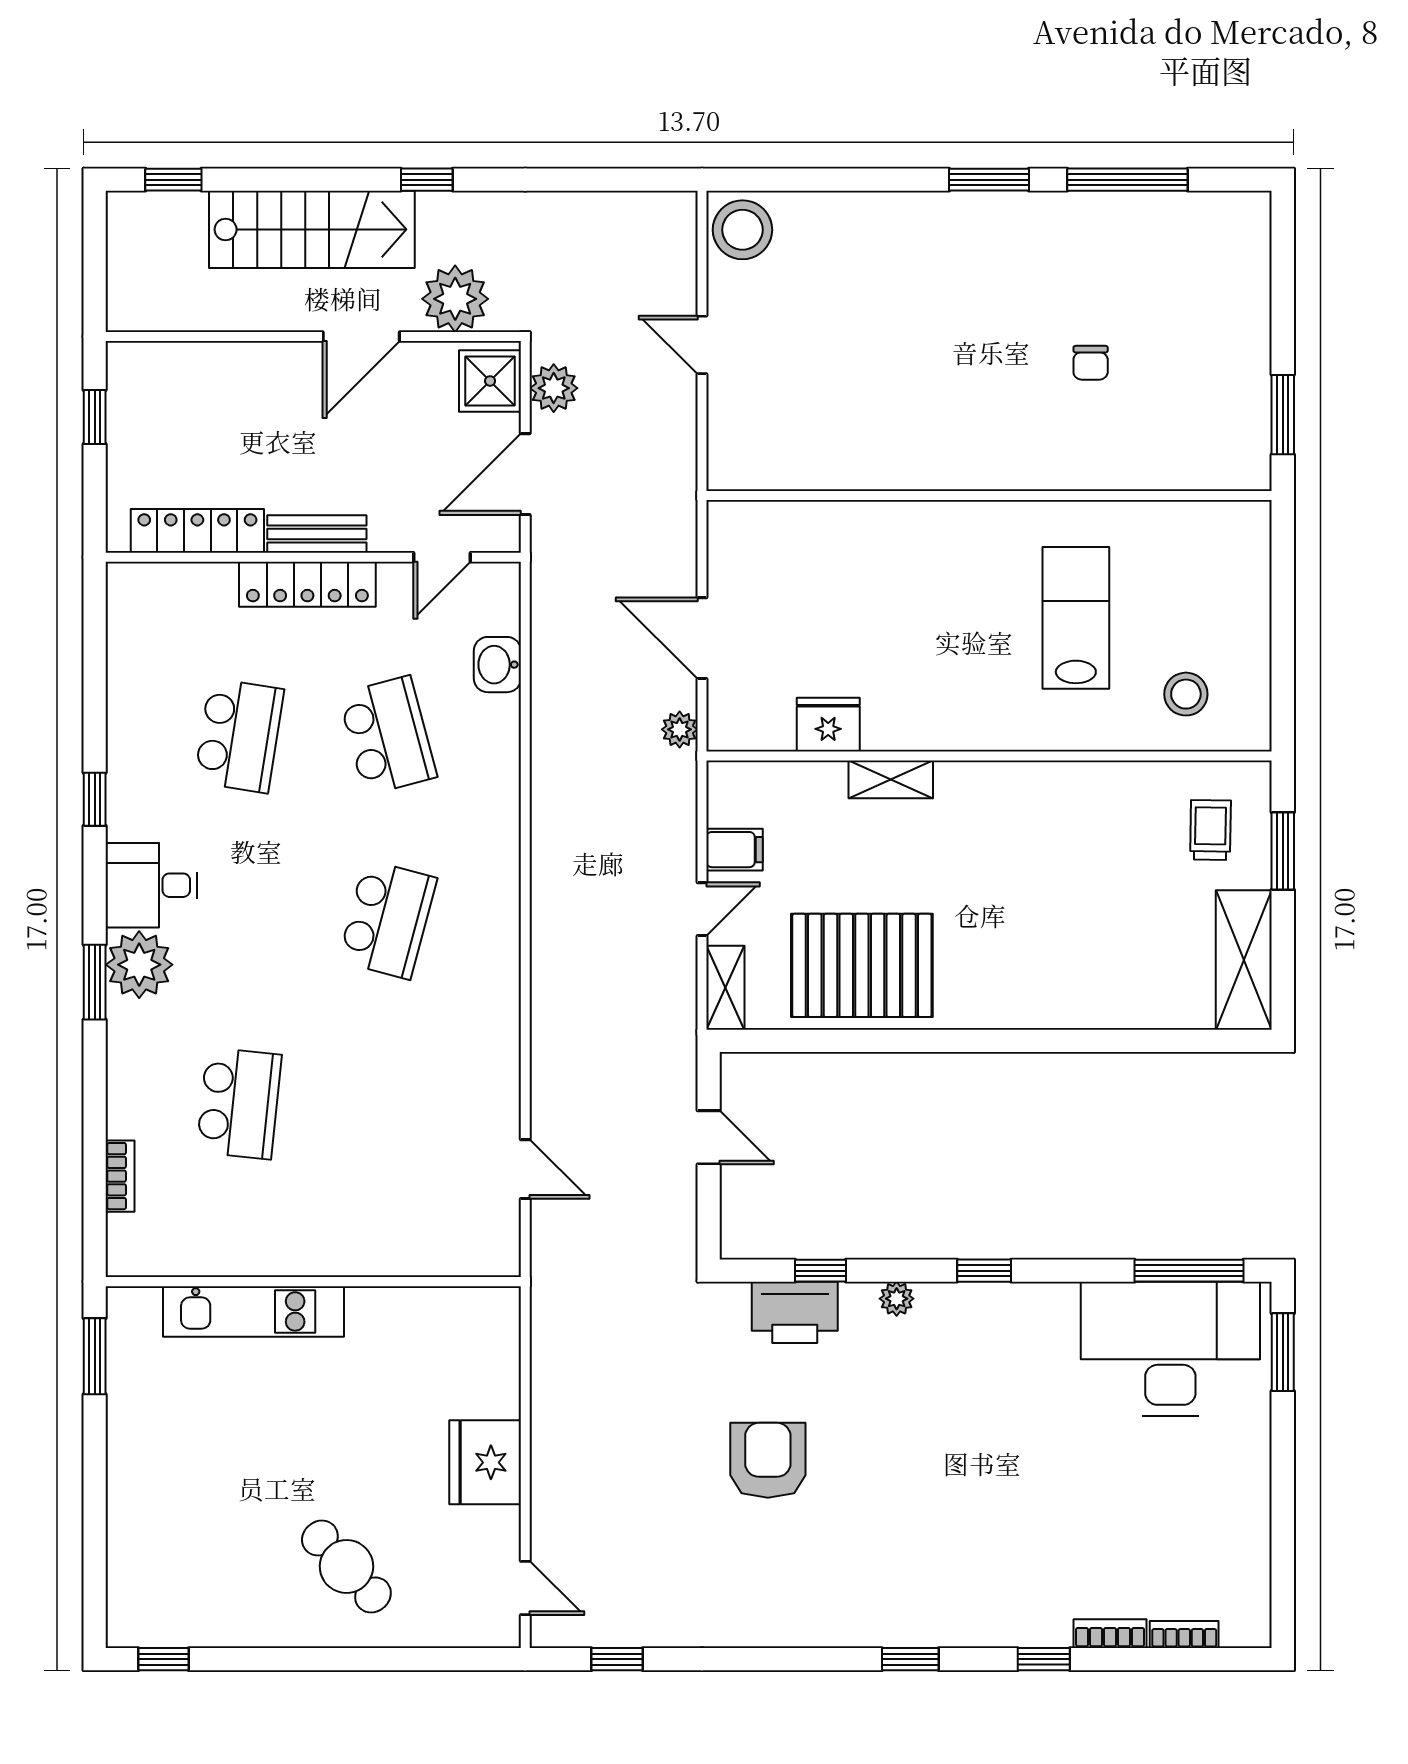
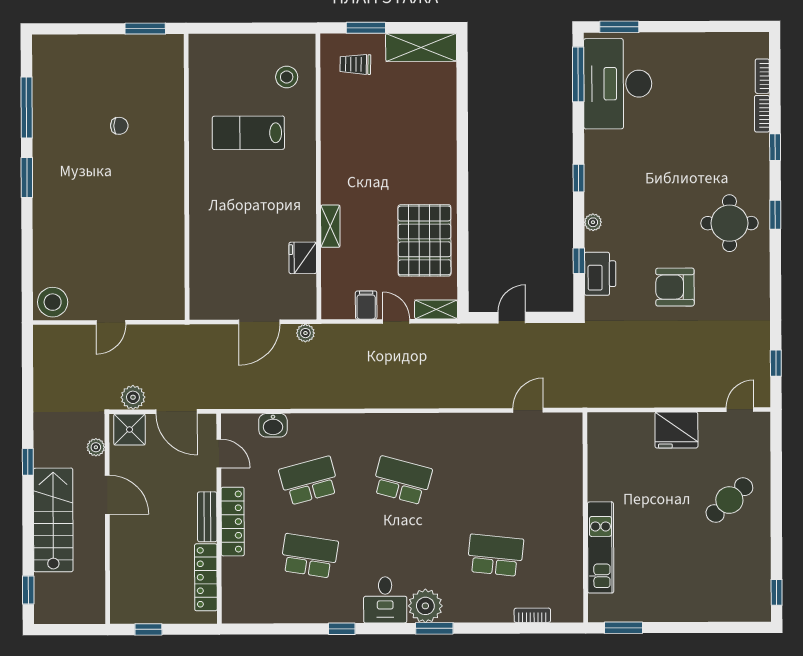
plant: (455, 299) -> (96, 447), width x0.53, depth x0.53
round table: (894, 1569) -> (729, 223), added

